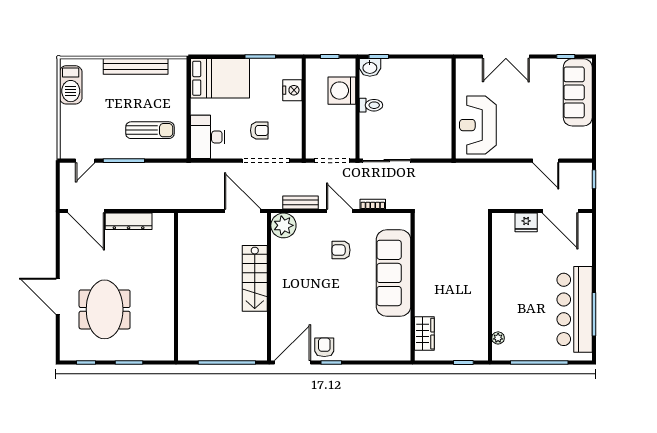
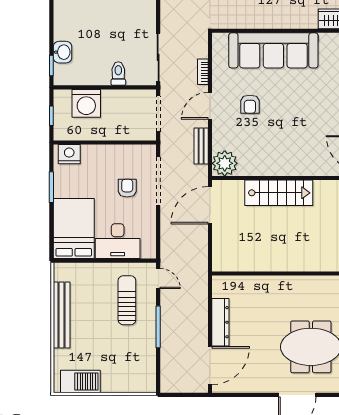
washbasin: (370, 67) -> (63, 52), moved
nightstand: (292, 90) -> (69, 154), moved
toilet: (371, 105) -> (118, 74), moved
desk: (208, 137) -> (118, 241), moved
door: (85, 161) -> (158, 278), moved

